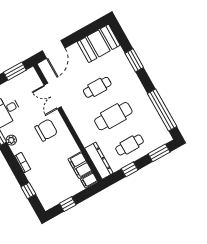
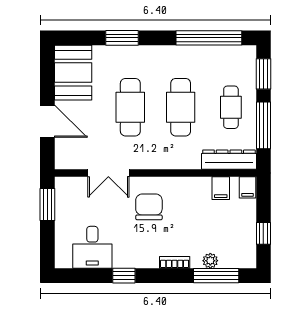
door: (54, 49) -> (47, 121), moved
cafe table: (97, 87) -> (130, 107), width x1.37, depth x1.35
plant: (11, 140) -> (210, 261), moved
filing cabinet: (80, 165) -> (221, 188), width x0.50
window: (130, 169) -> (263, 125), width x2.17
window: (28, 191) -> (216, 276), width x2.17

